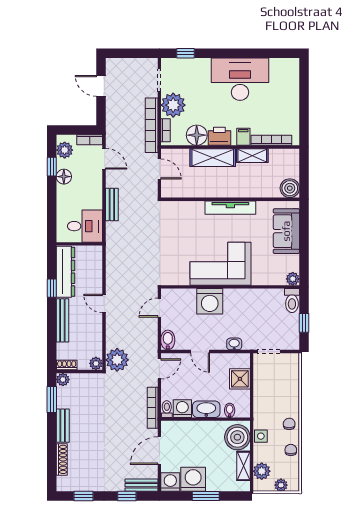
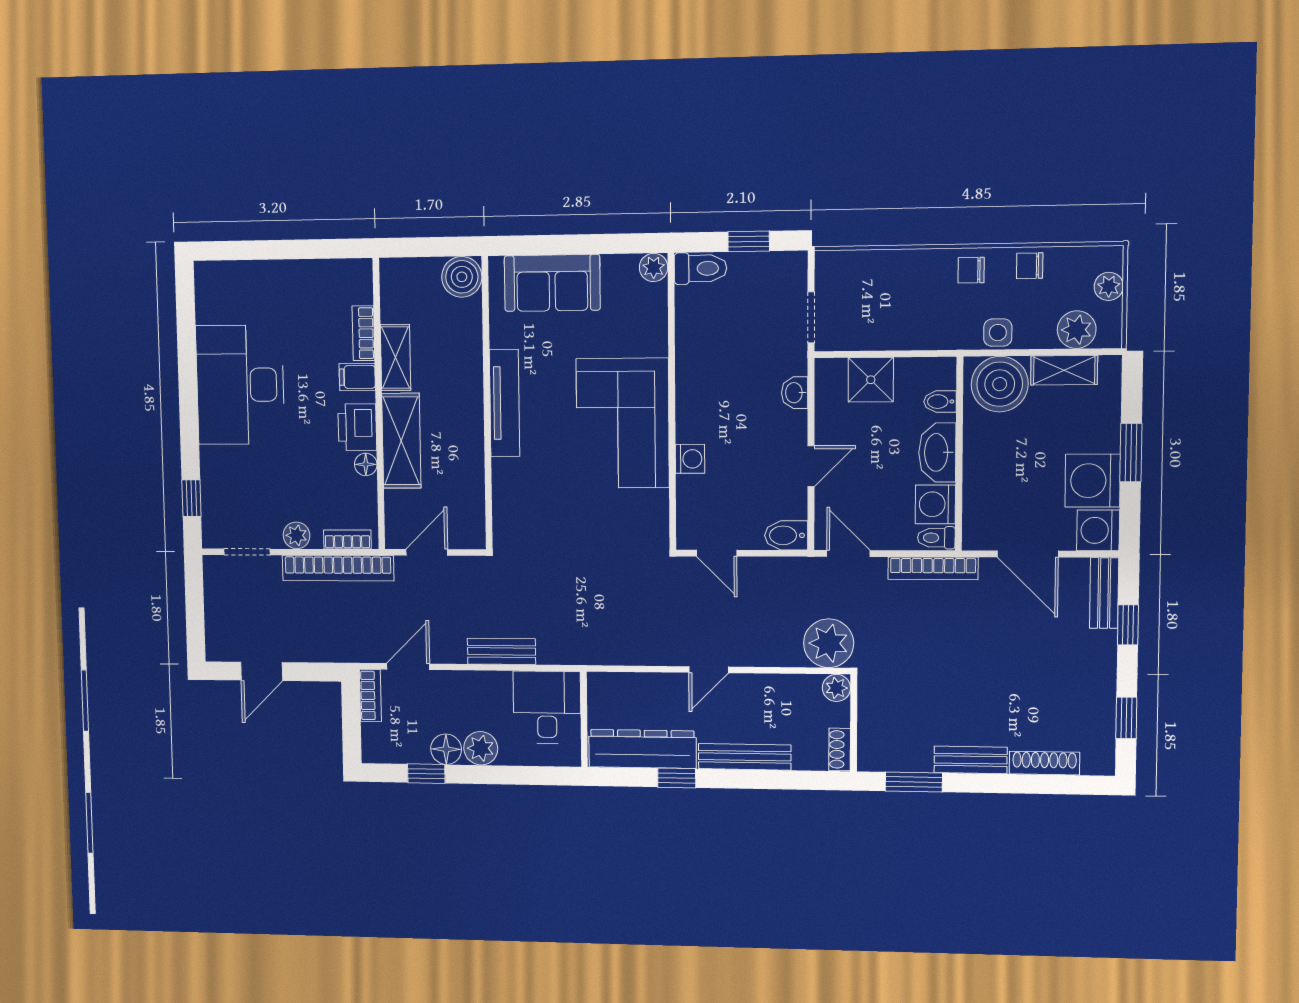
plant: (173, 105) -> (297, 535), width x0.53, depth x0.53
floor lamp: (197, 135) -> (366, 464), width x0.53, depth x0.53
bookcase: (271, 140) -> (363, 333), width x0.64
plant: (65, 150) -> (481, 748), moved
washing machine: (210, 301) -> (690, 459), width x0.53, depth x0.53
plant: (63, 380) -> (871, 758), removed

